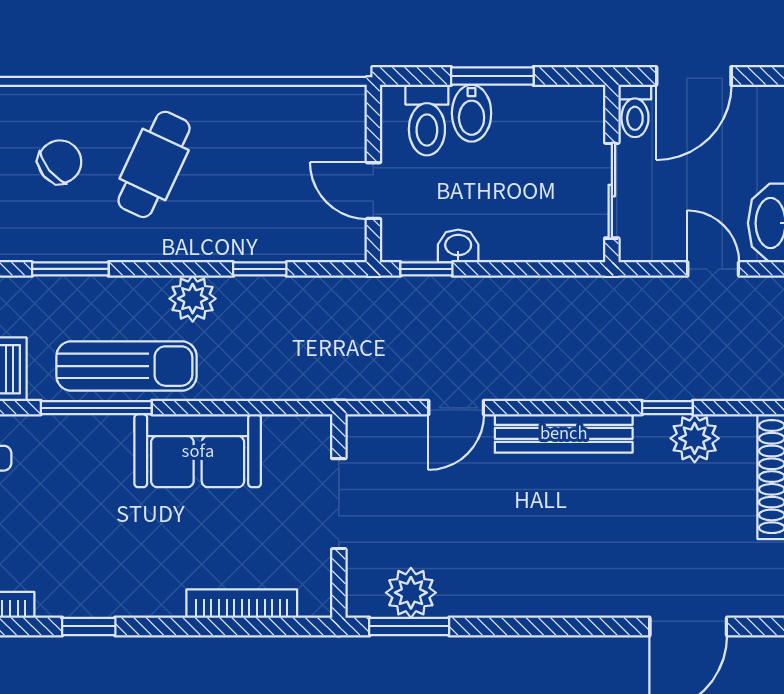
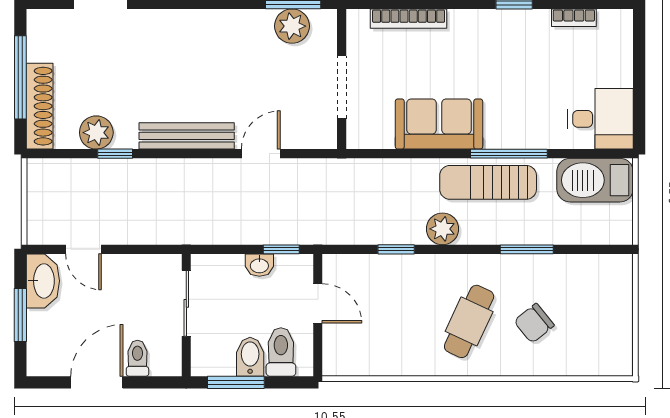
wall: (612, 174) -> (186, 315), moved
sliding door: (612, 191) -> (186, 303), moved

